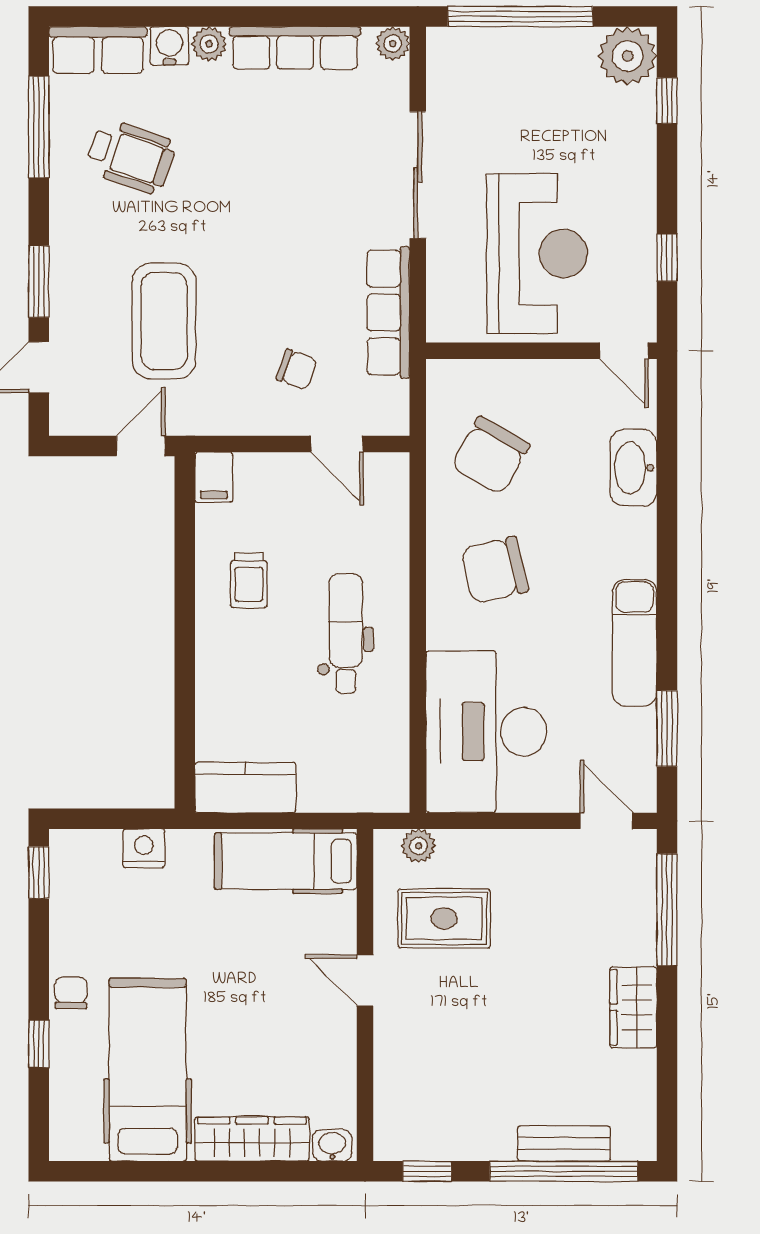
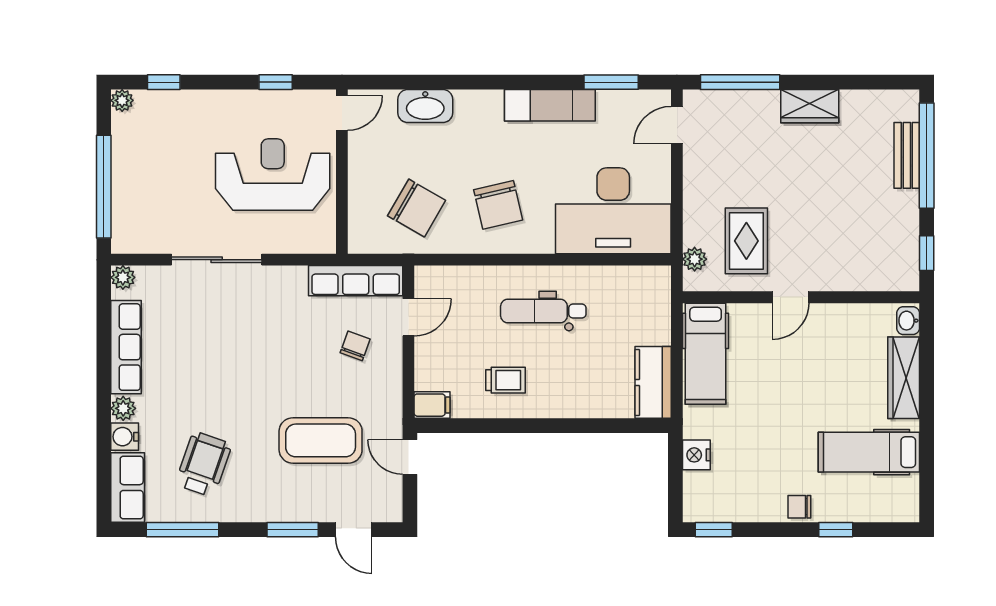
plant: (628, 56) -> (122, 100), width x0.53, depth x0.53
row of seats: (388, 312) -> (356, 281), moved
hospital bed: (148, 1070) -> (869, 452), width x0.73, depth x0.77

